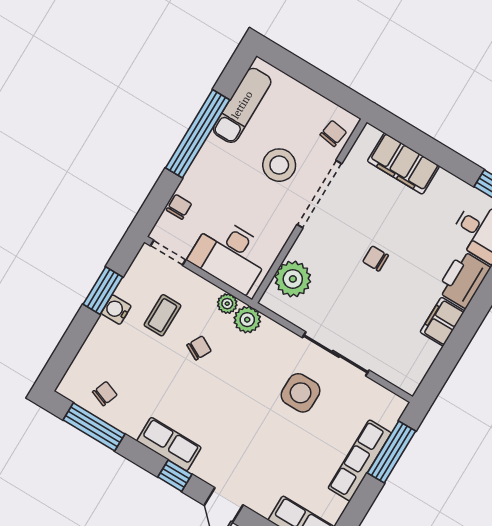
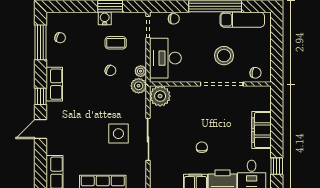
filing cabinet: (403, 164) -> (261, 130), moved
chair: (376, 258) -> (202, 147), moved
plant: (293, 279) -> (160, 96), moved

